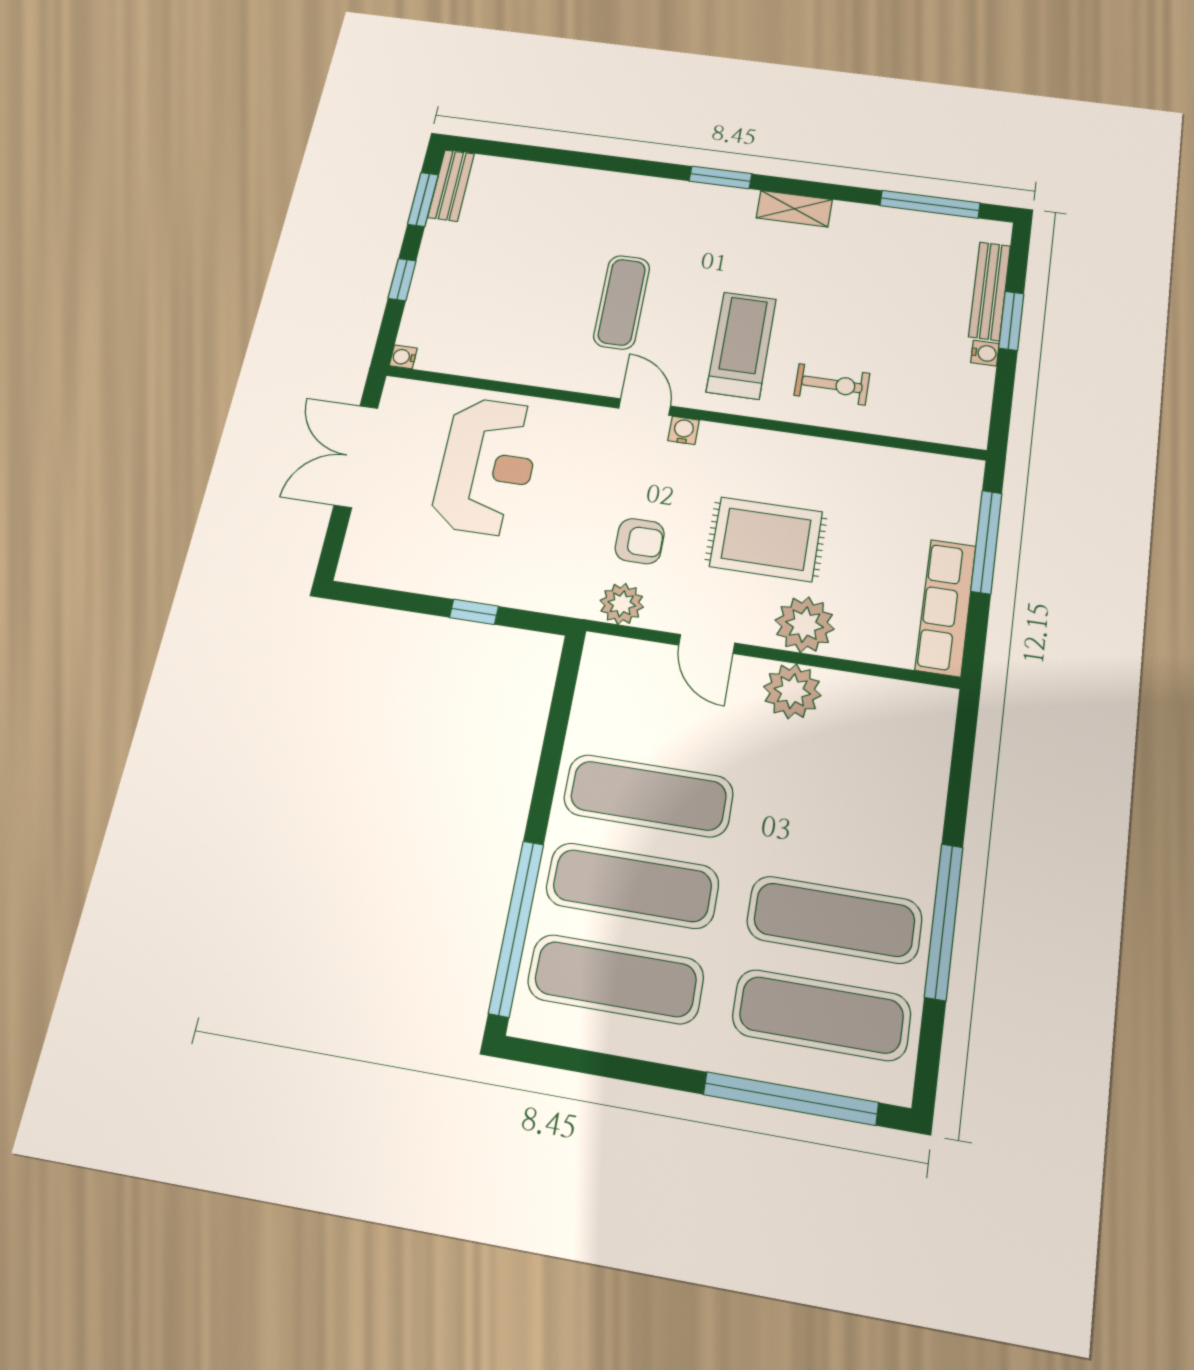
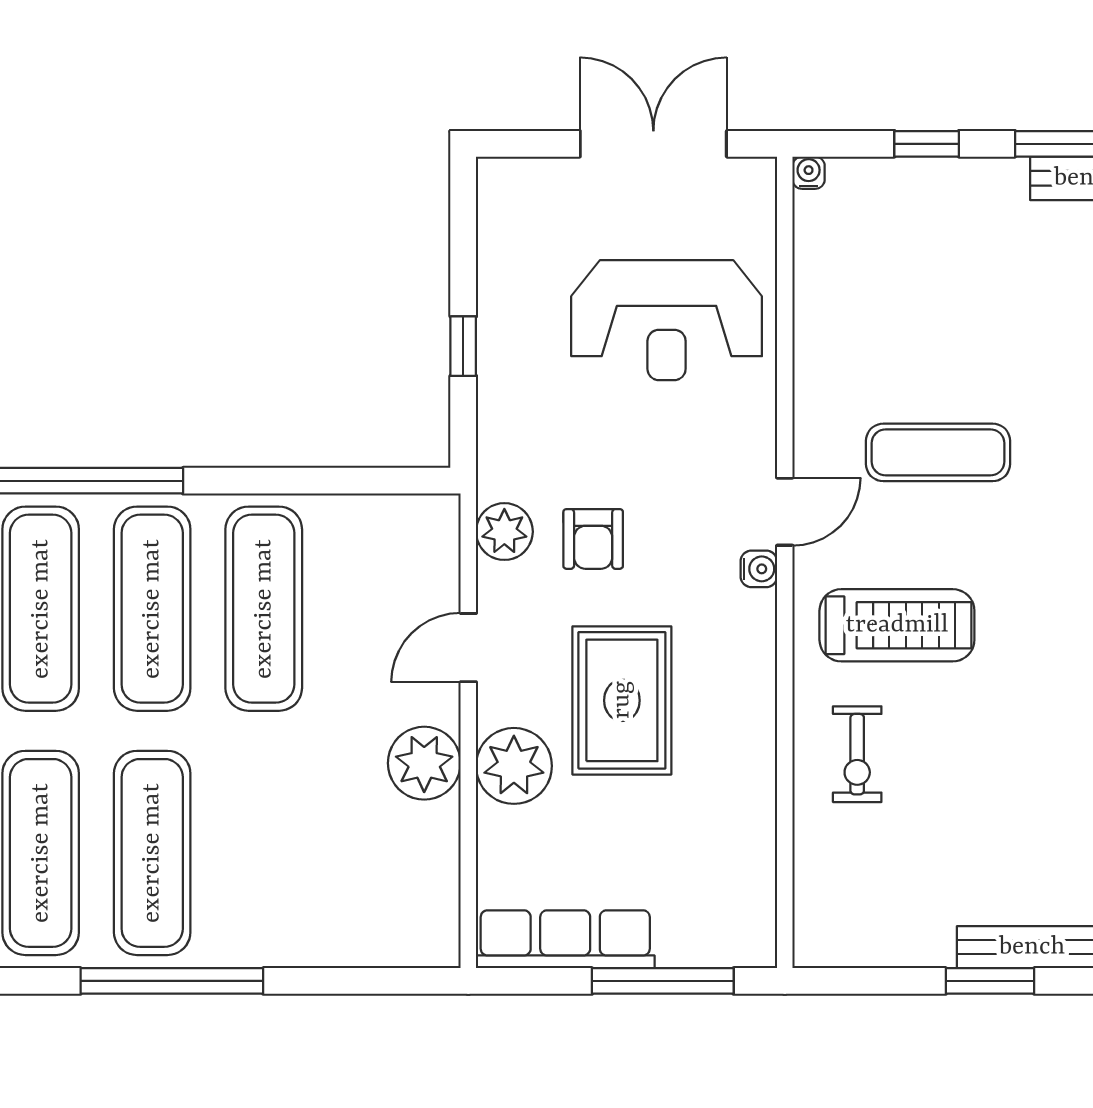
water cooler: (985, 353) -> (935, 951), removed

